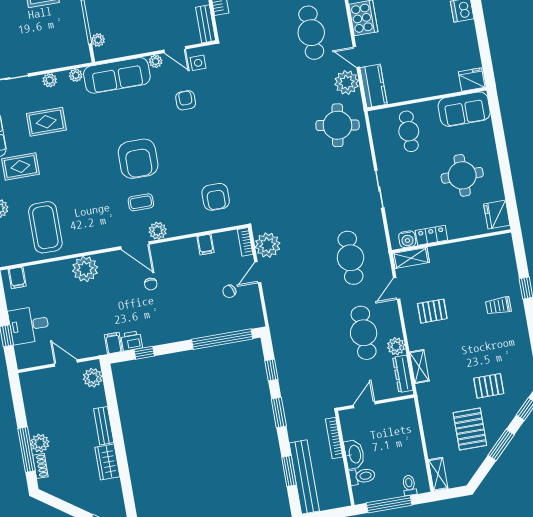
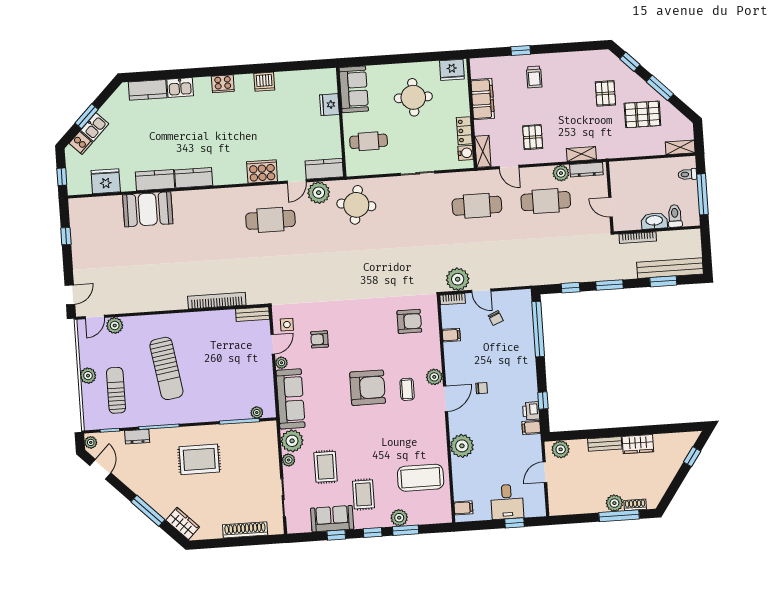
plant: (76, 75) -> (292, 441), width x1.88, depth x1.88
fridge: (472, 79) -> (329, 105), moved
filing cabinet: (468, 252) -> (483, 99), added

